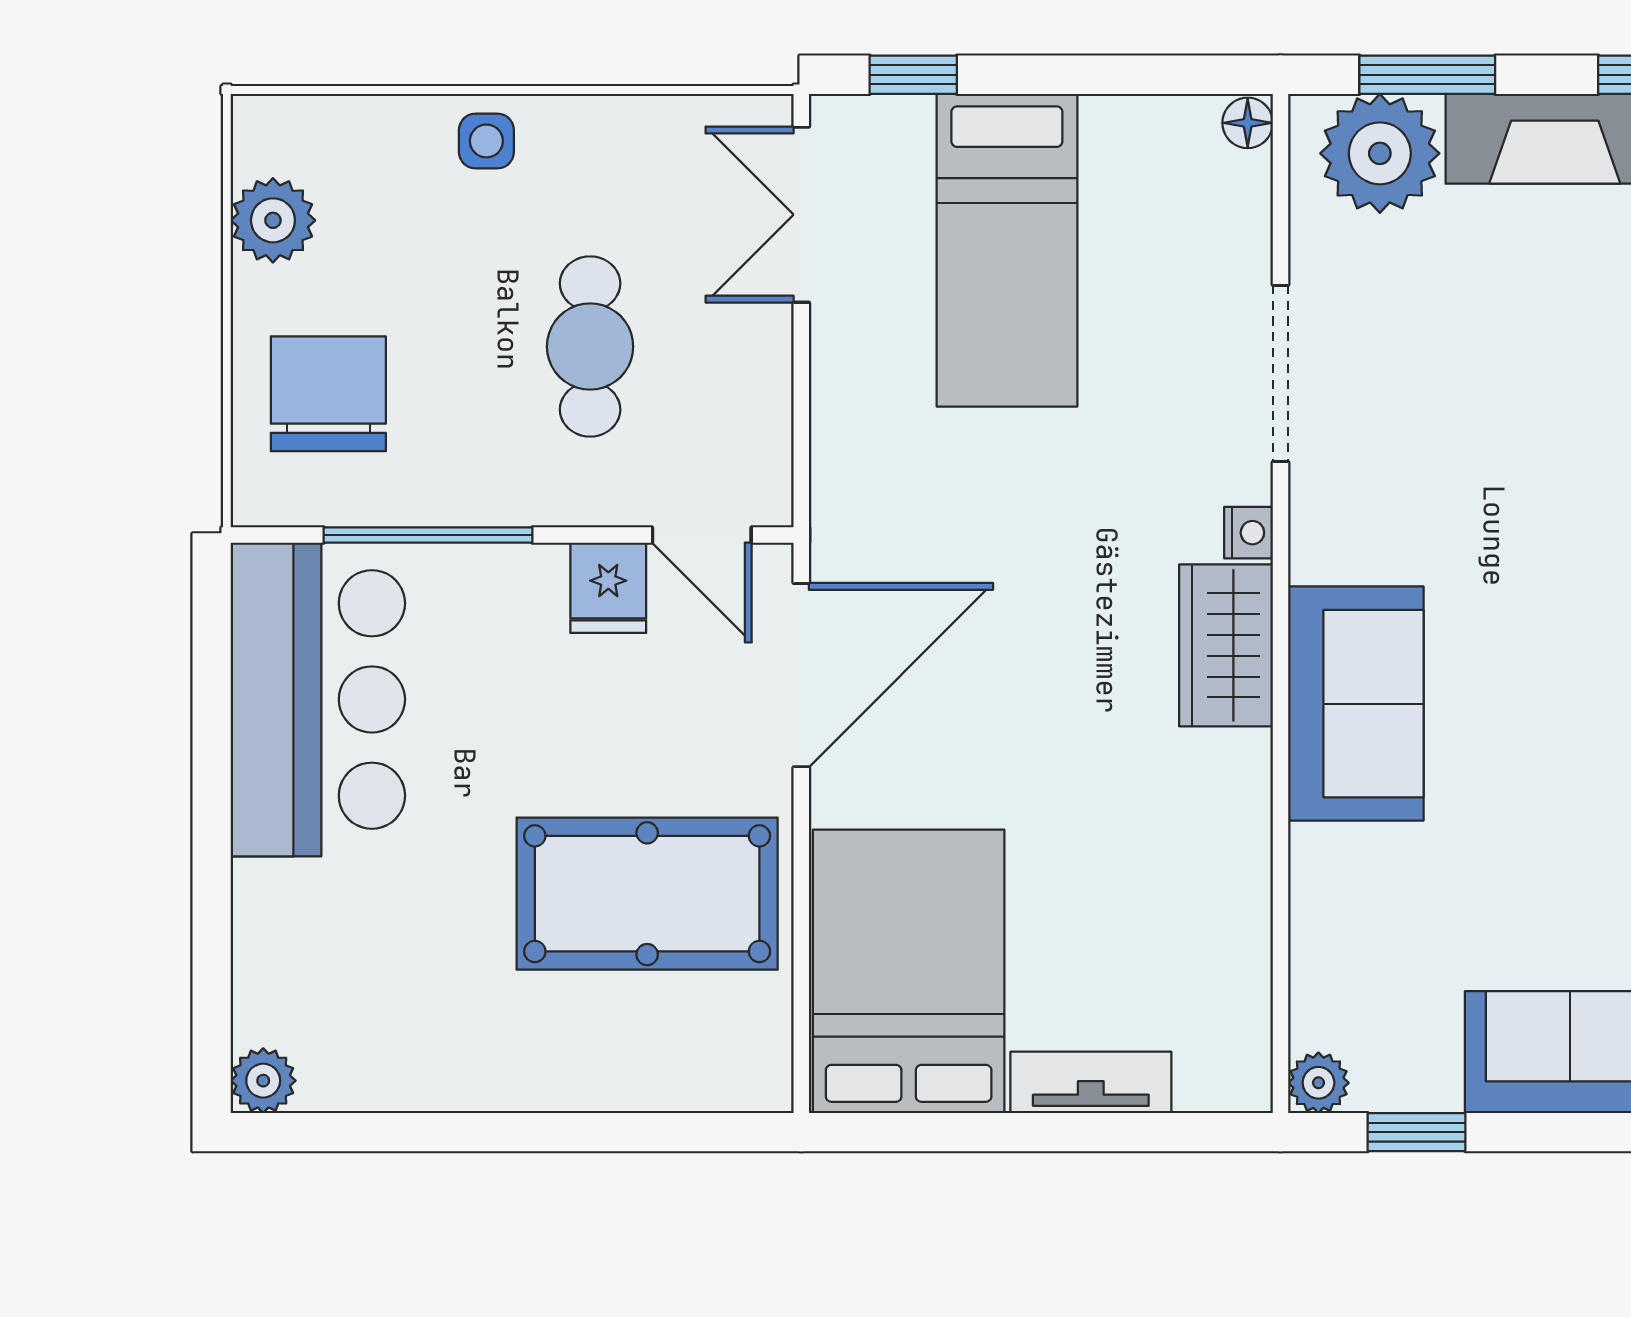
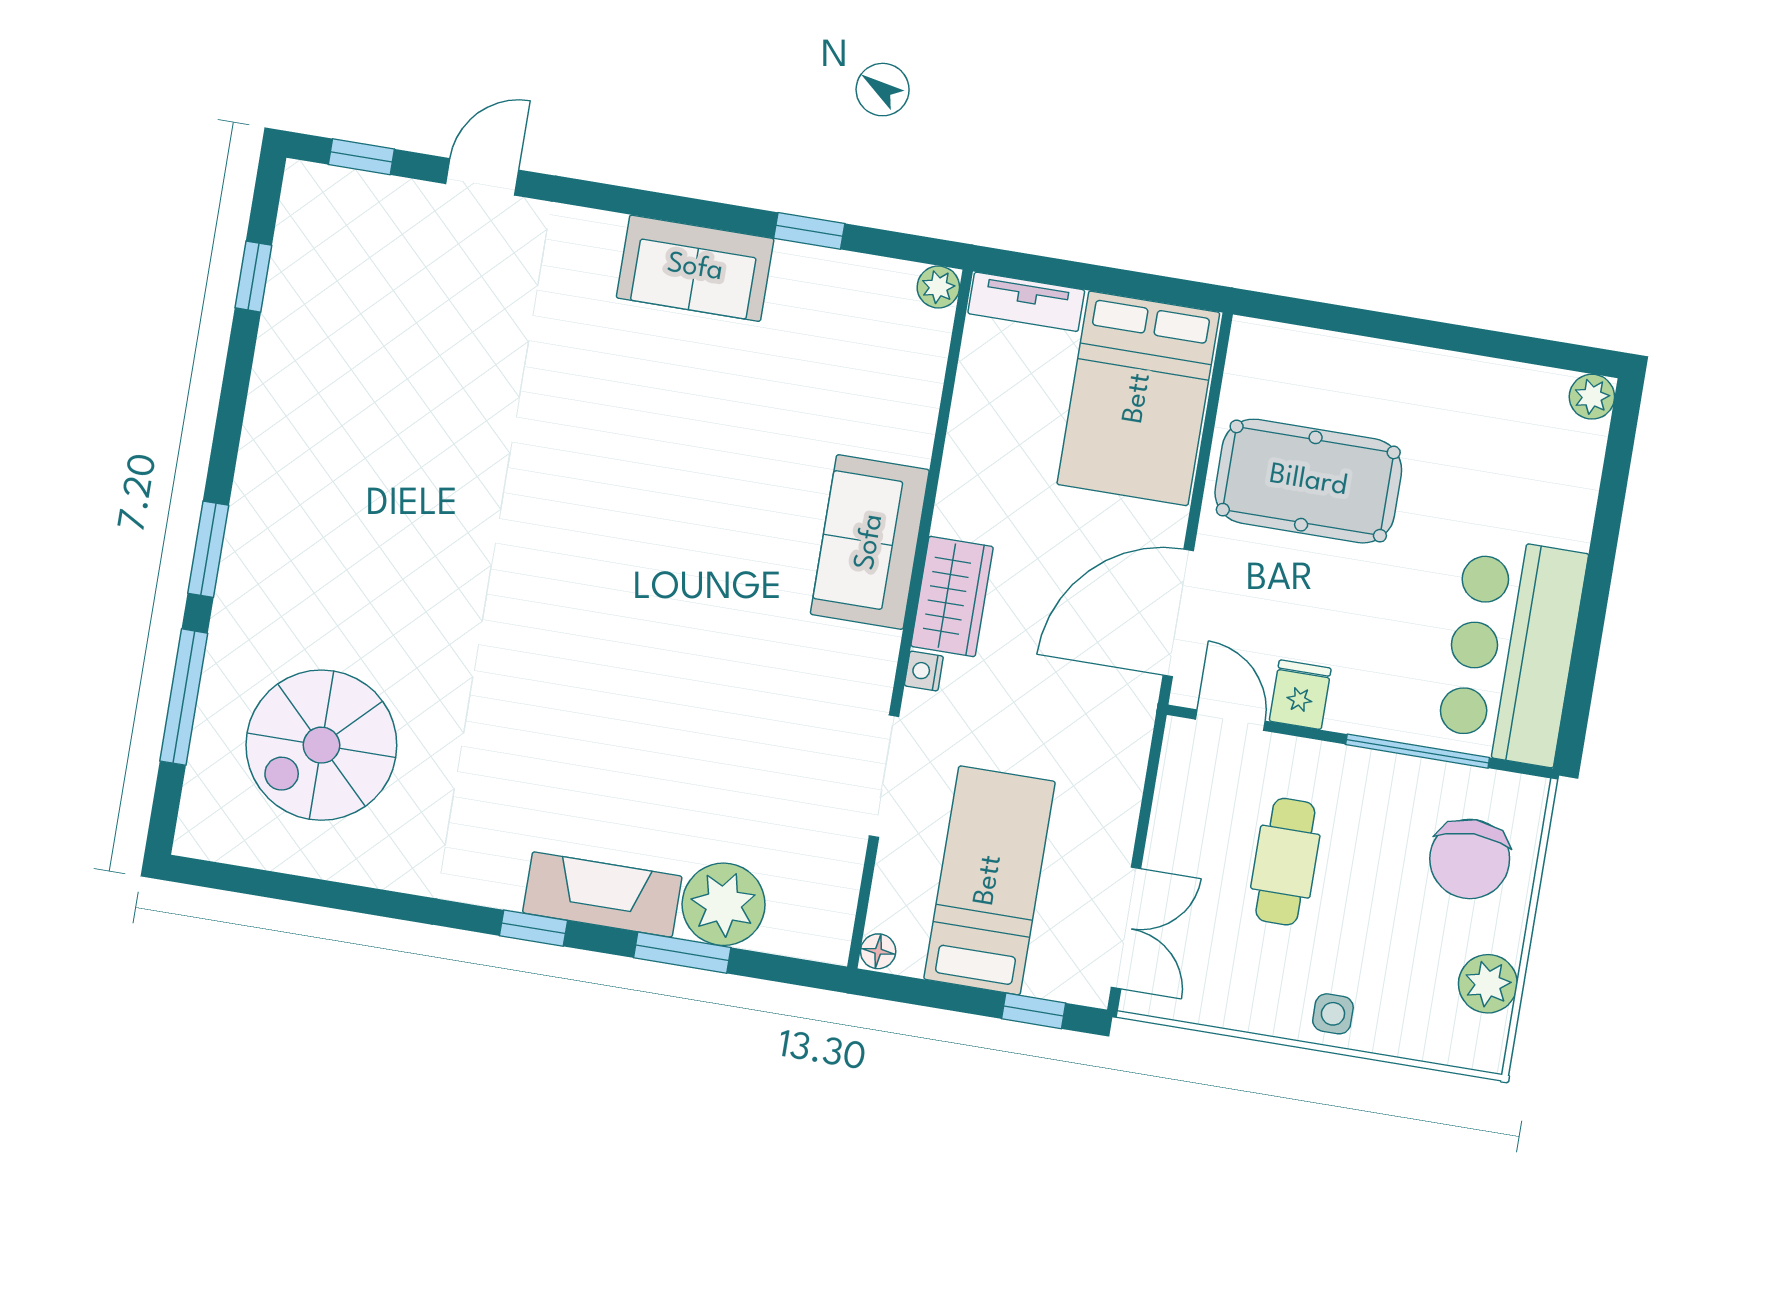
floor lamp: (1248, 123) -> (878, 951), moved
doorway: (1280, 373) -> (884, 776), moved
nightstand: (1249, 533) -> (924, 671), moved
wall: (1280, 603) -> (910, 619), moved
wardrobe: (1226, 645) -> (952, 596), moved
sofa: (1356, 704) -> (870, 542), moved
plant: (1318, 1083) -> (938, 287), moved

